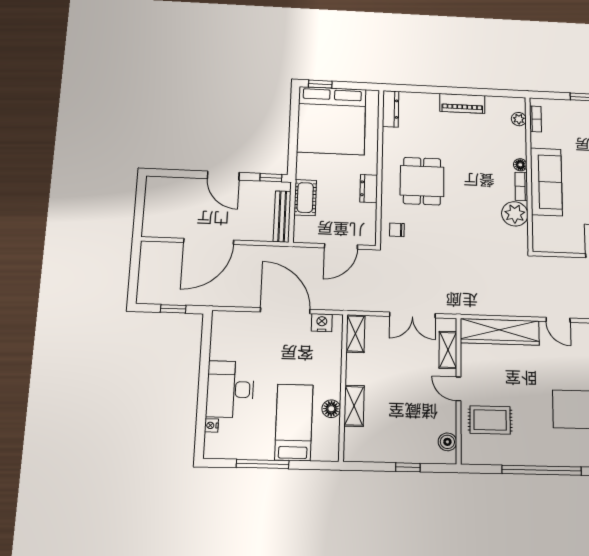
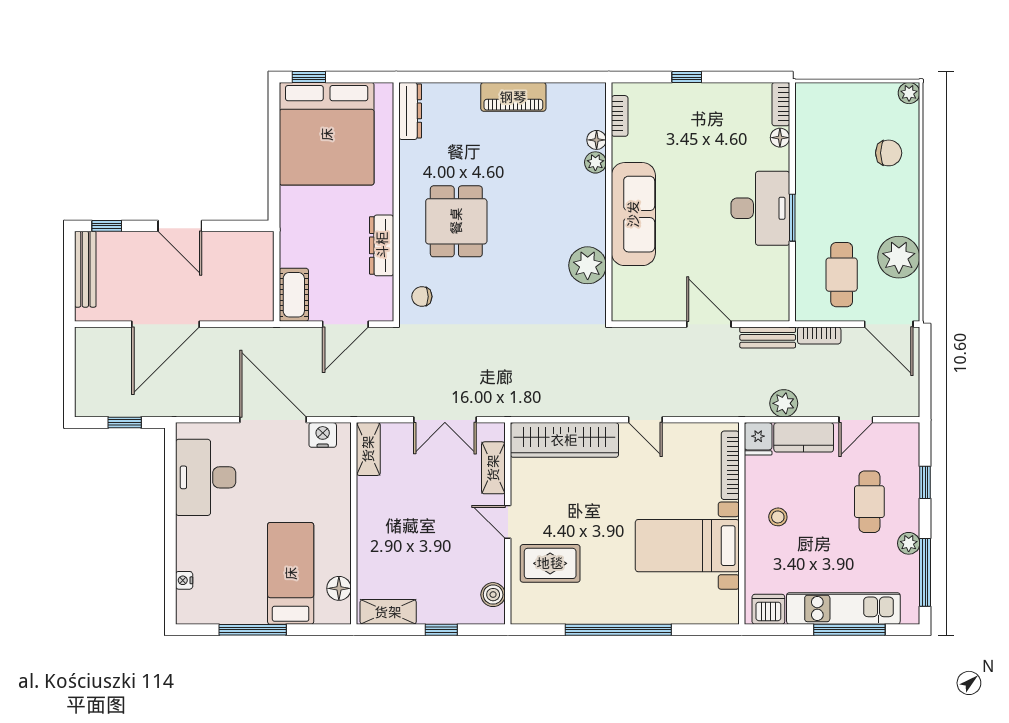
plant: (519, 119) -> (595, 162), moved
floor lamp: (520, 165) -> (597, 140), moved
window: (271, 178) -> (107, 226), moved
bookcase: (521, 186) -> (597, 223), removed
dresser: (369, 189) -> (382, 245), width x1.44
cot: (305, 198) -> (294, 295), moved
bench: (282, 217) -> (85, 269), moved
desk: (230, 389) -> (206, 477), moved
shelving: (354, 406) -> (388, 612), moved, turned 90
floor lamp: (331, 409) -> (339, 588), moved

